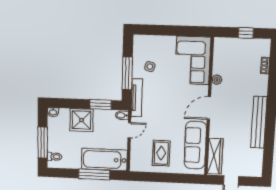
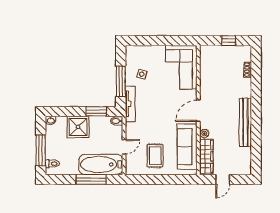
plant: (217, 80) -> (204, 134), moved
door: (129, 130) -> (124, 147), moved

